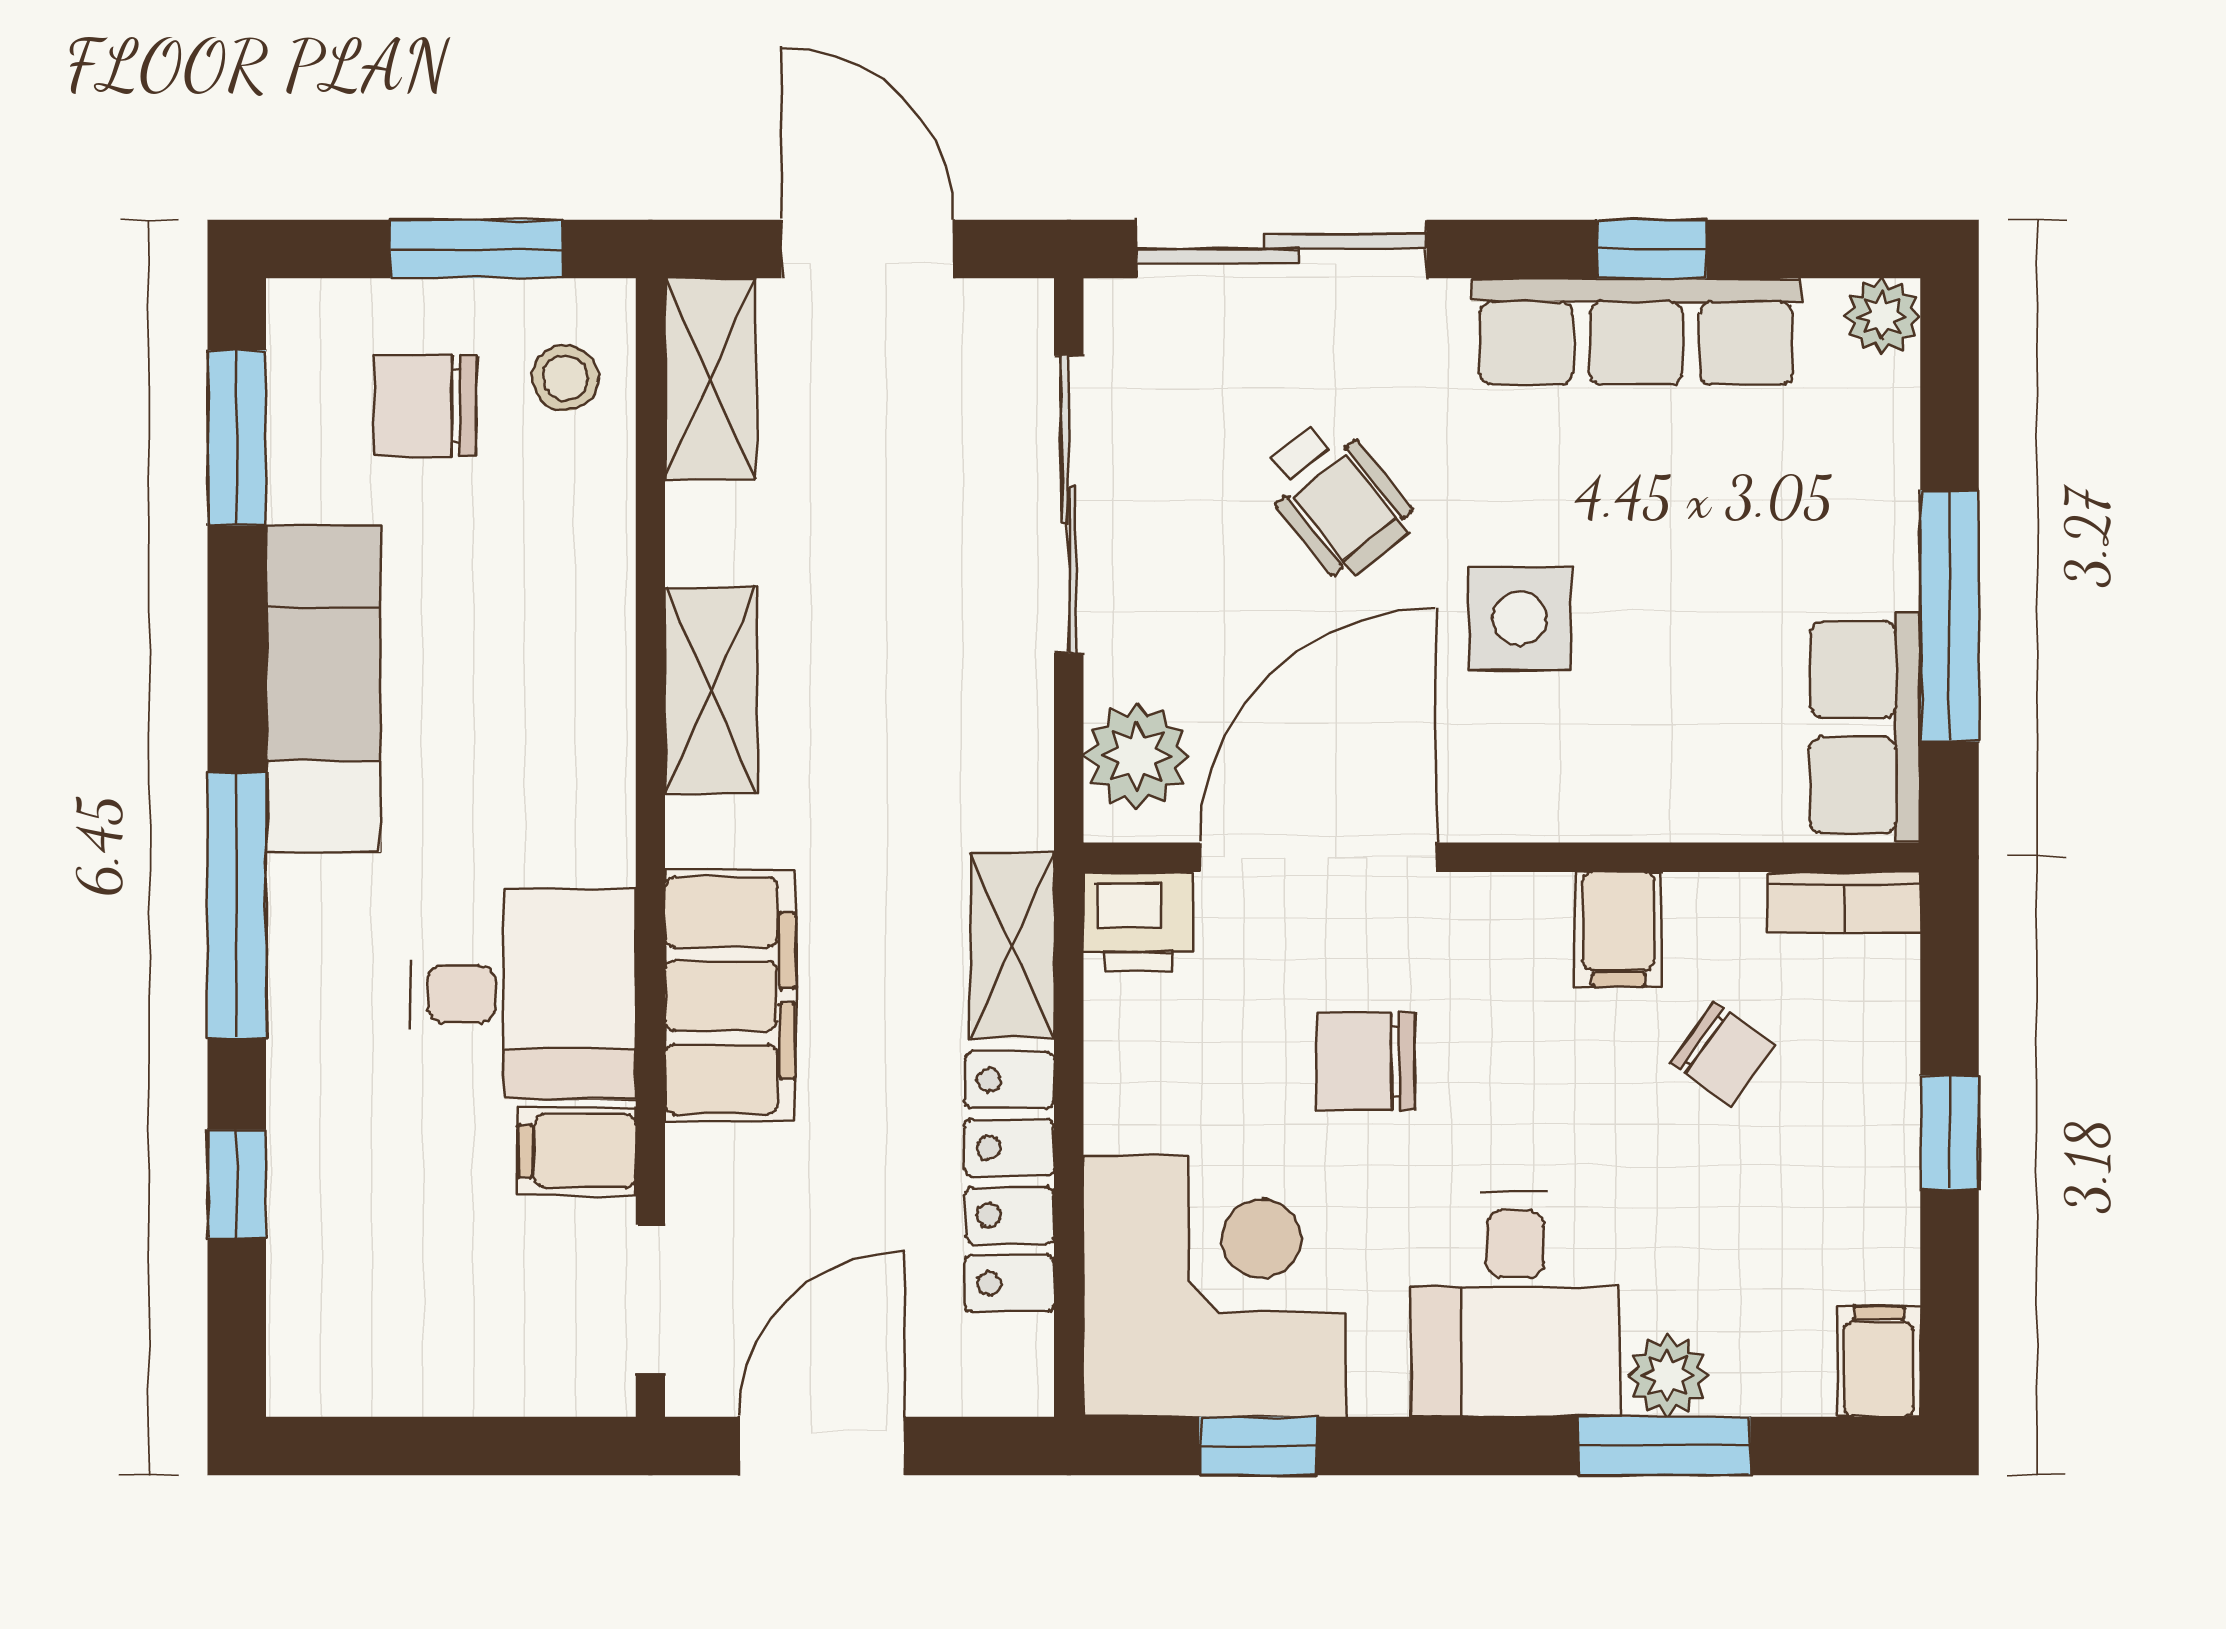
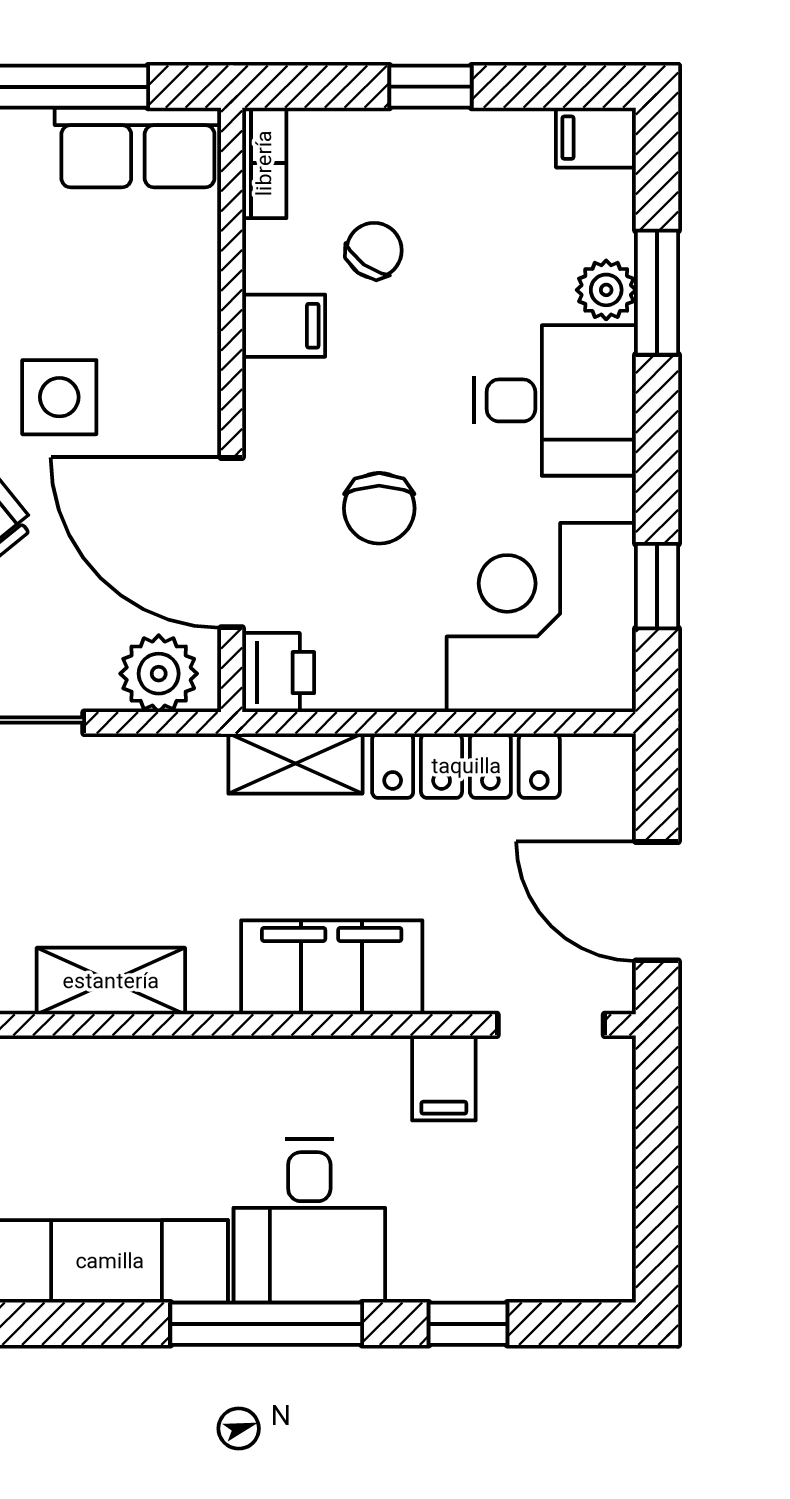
desk: (523, 994) -> (309, 1221), moved, turned 180

